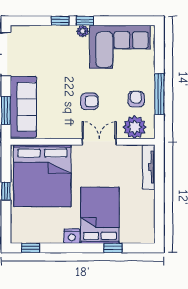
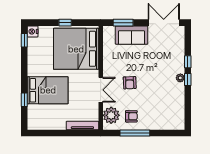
corner sofa: (120, 47) -> (169, 105), removed
sofa: (23, 107) -> (132, 35), width x0.73
nightstand: (72, 236) -> (33, 31), moved

